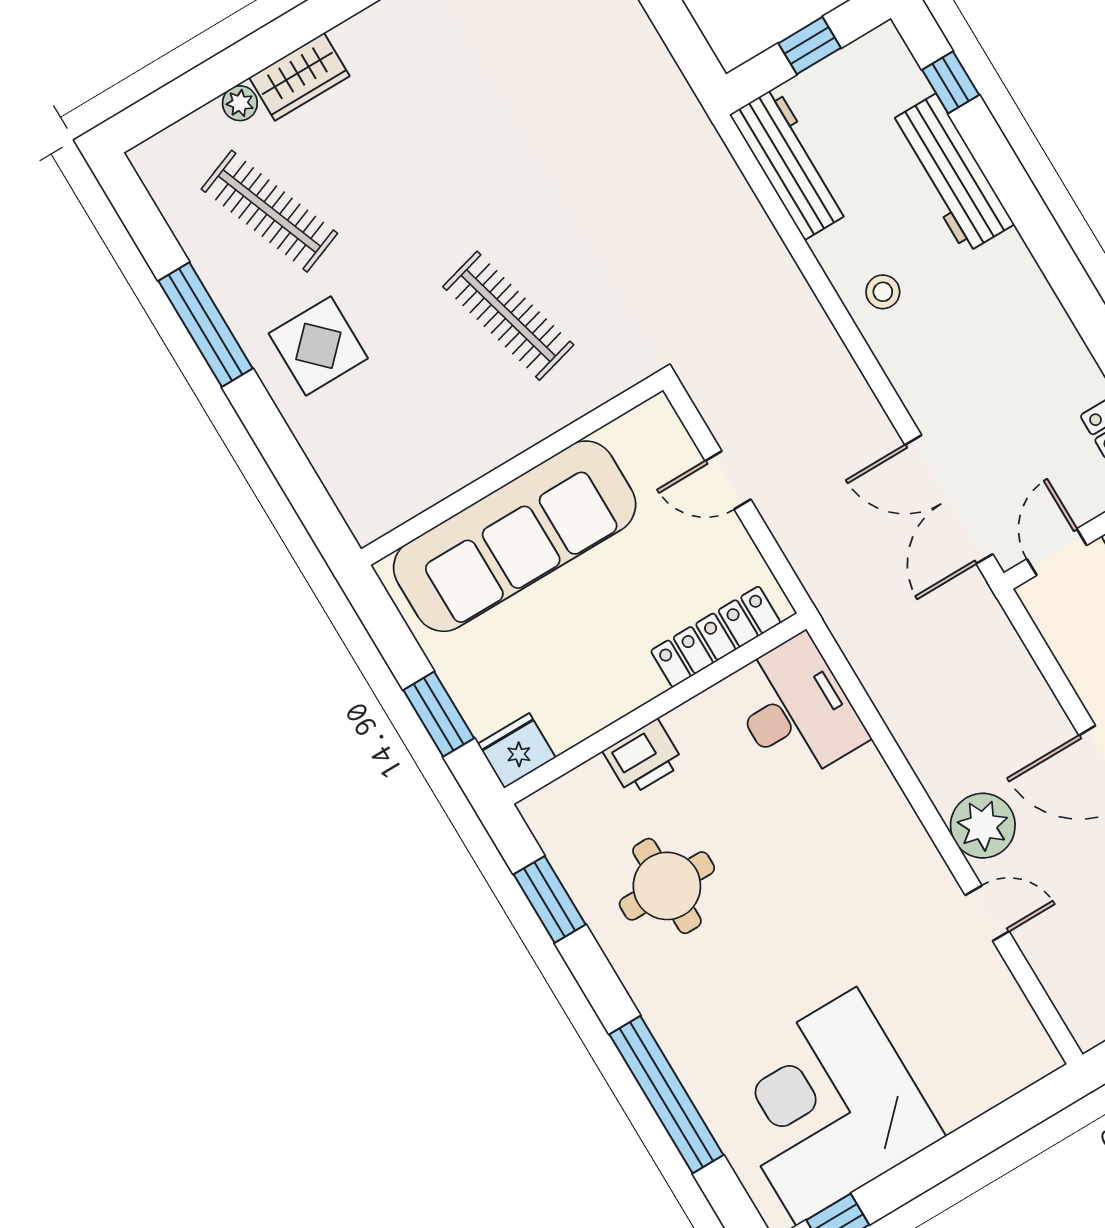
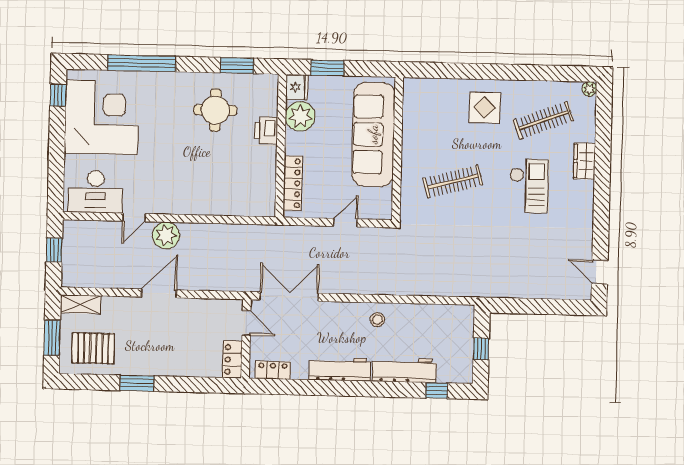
plant: (240, 103) -> (589, 89), moved
checkout: (420, 157) -> (529, 186), added
workbench: (790, 163) -> (340, 369), moved, turned 180
window: (206, 325) -> (518, 72), removed
plant: (571, 707) -> (300, 116), added
desk: (796, 710) -> (95, 192), moved

